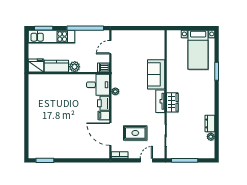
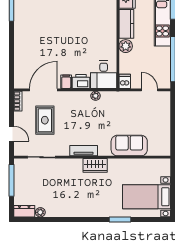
sofa: (156, 74) -> (129, 146), moved
wardrobe: (172, 102) -> (95, 165), moved
dresser: (210, 123) -> (24, 211), moved

